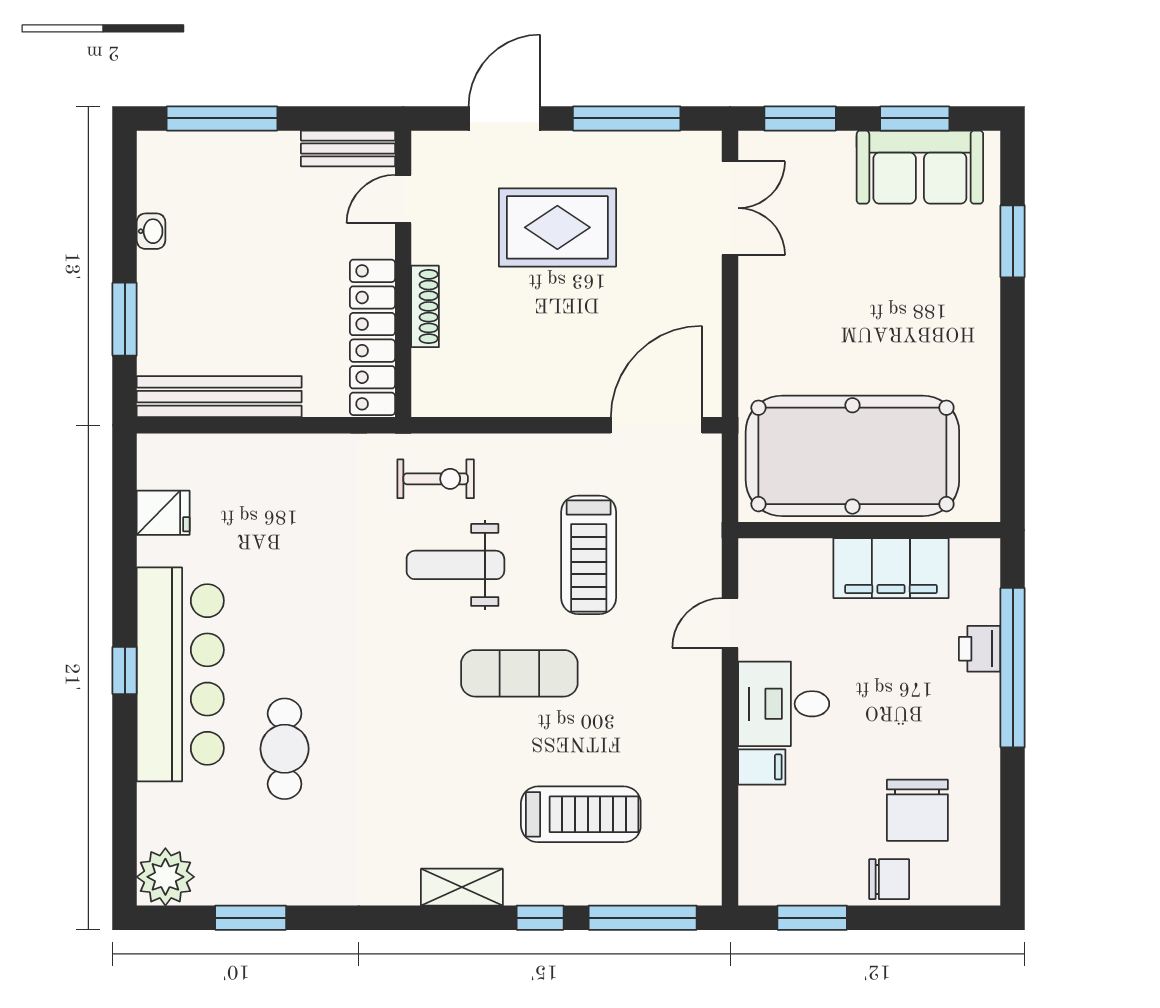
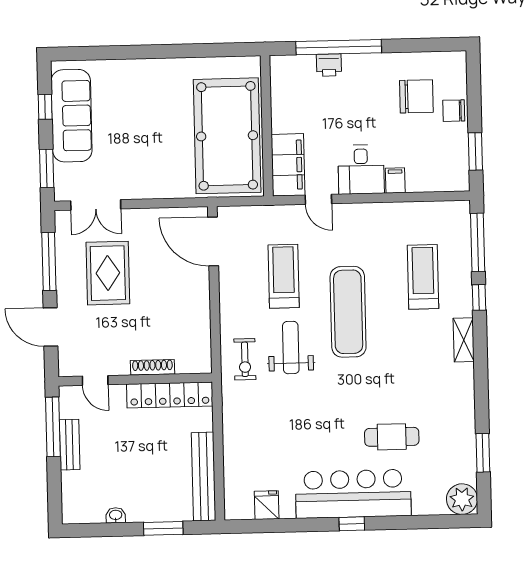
window: (222, 118) -> (53, 427), moved
window: (915, 118) -> (45, 107), width x0.67
bench: (348, 149) -> (70, 445), moved
sofa: (920, 167) -> (72, 116), width x1.36
double door: (730, 208) -> (96, 205), swing flipped
rug: (557, 227) -> (108, 273), moved
window: (1013, 241) -> (110, 53), removed
exercise bike: (436, 479) -> (245, 359), turned 180
treadmill: (589, 555) -> (284, 276), turned -90
weight bench: (455, 565) -> (291, 348), turned 180
filing cabinet: (891, 568) -> (288, 165), moved
exercise mat: (519, 673) -> (348, 312), width x1.36, depth x1.45
chair: (889, 879) -> (454, 111), turned -90

